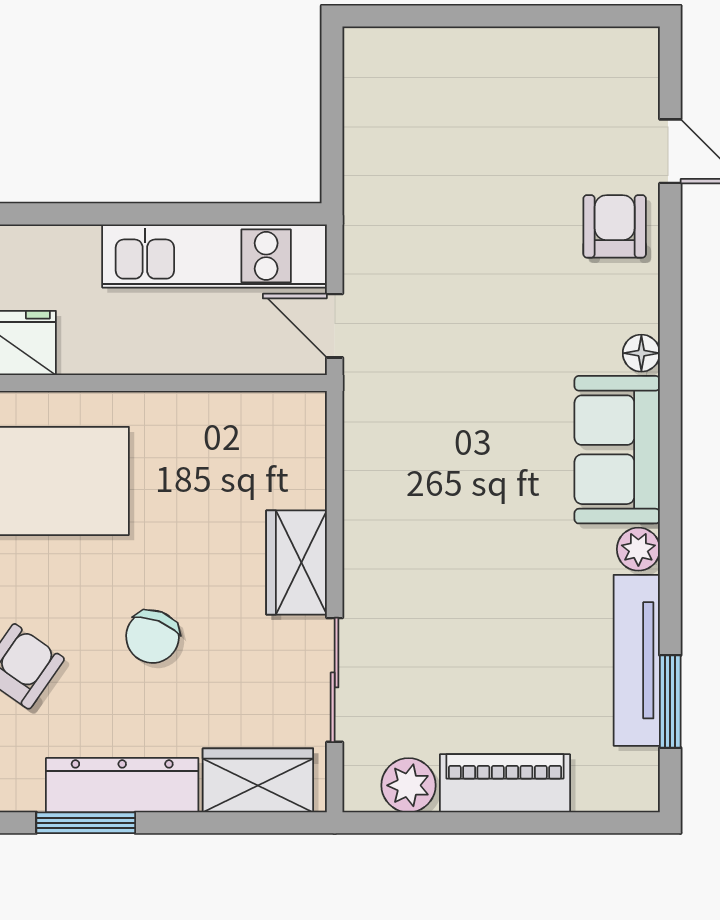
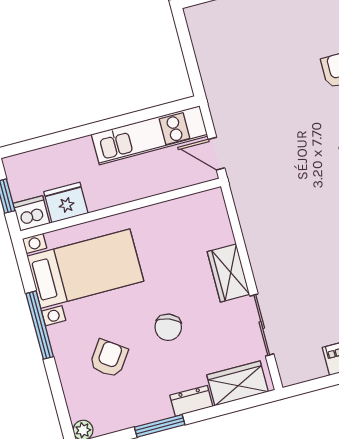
dresser: (122, 785) -> (191, 401), width x0.51, depth x0.80
plant: (409, 785) -> (311, 366), removed

